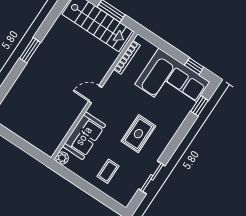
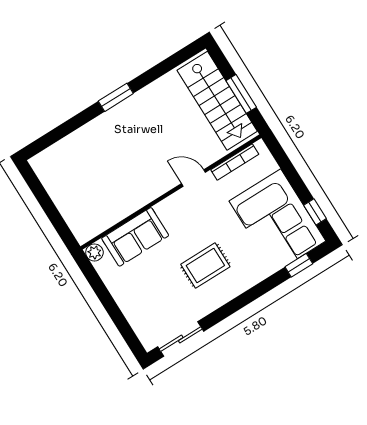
door: (95, 94) -> (193, 178), moved
coffee table: (108, 171) -> (145, 296), removed
sliding door: (152, 177) -> (181, 339), moved

